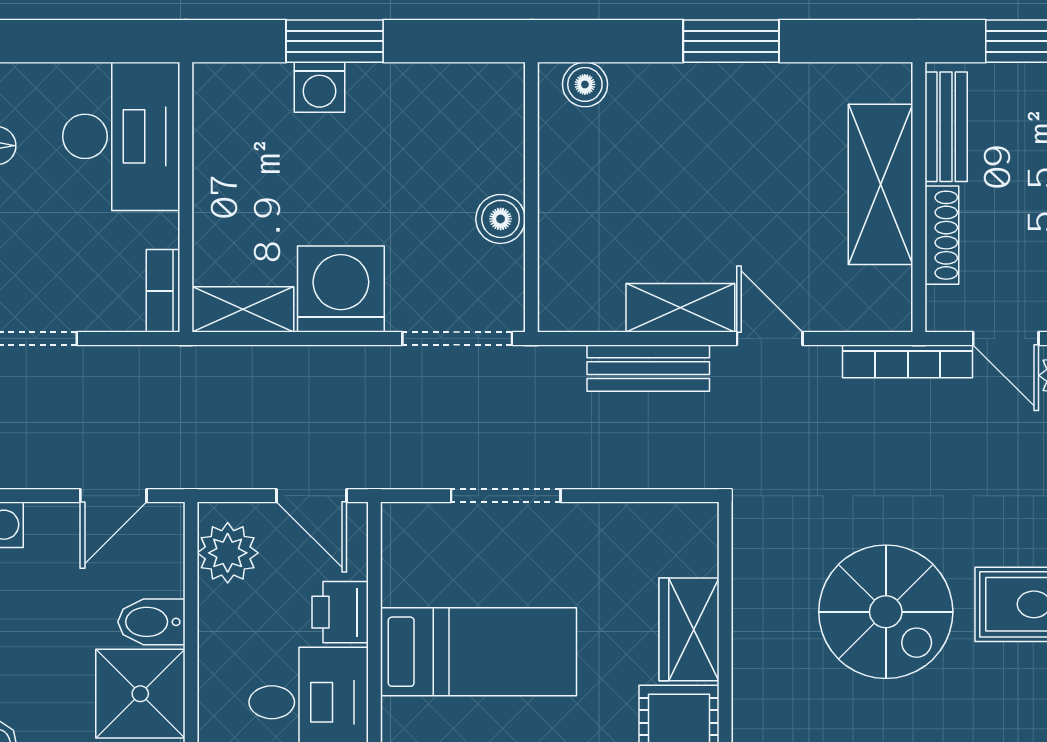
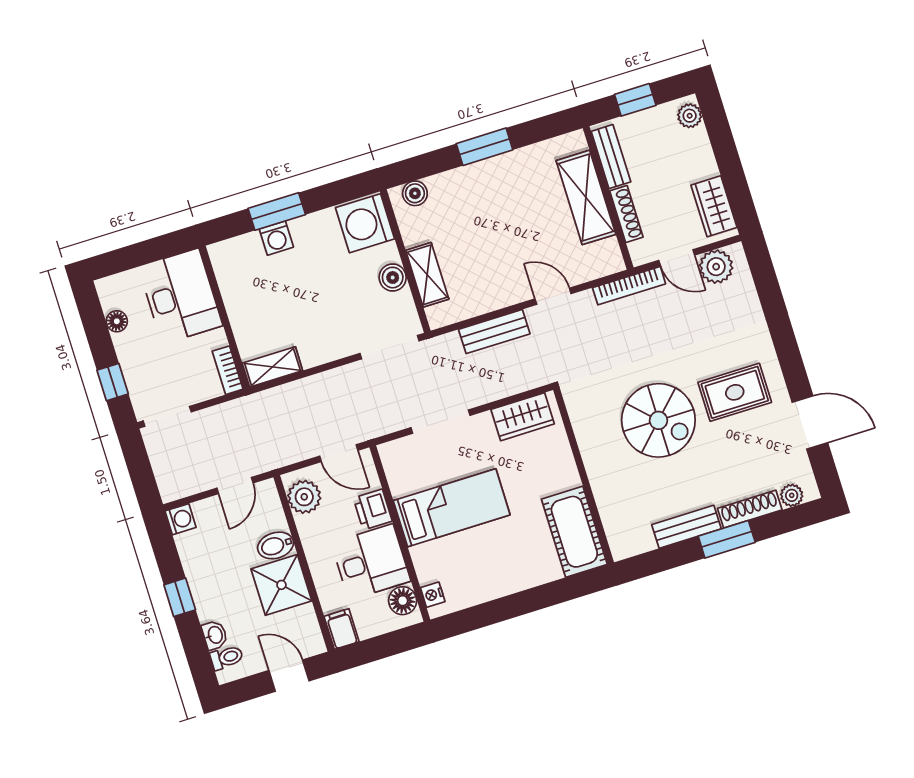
washing machine: (341, 289) -> (365, 223), moved, turned -90
shelving: (680, 308) -> (427, 275), moved, turned 90
wardrobe: (689, 629) -> (523, 417), moved, turned -90

